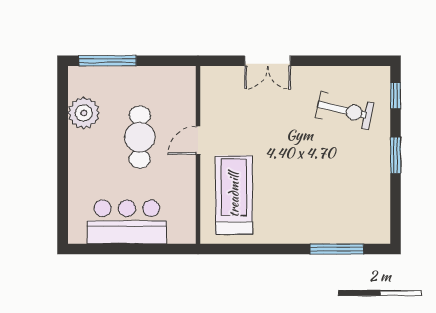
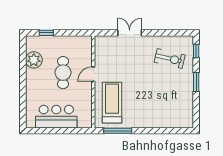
window: (108, 61) -> (46, 33), width x0.46
double door: (268, 61) -> (130, 33), swing flipped
window: (337, 249) -> (118, 131), moved

